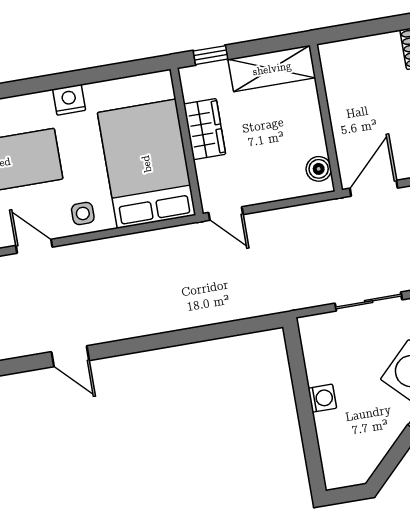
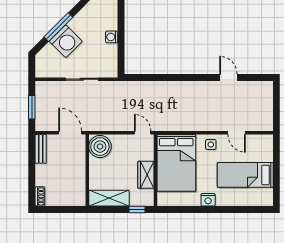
boiler: (319, 169) -> (100, 147), width x1.86, depth x1.86
door: (374, 188) -> (70, 133), swing flipped

